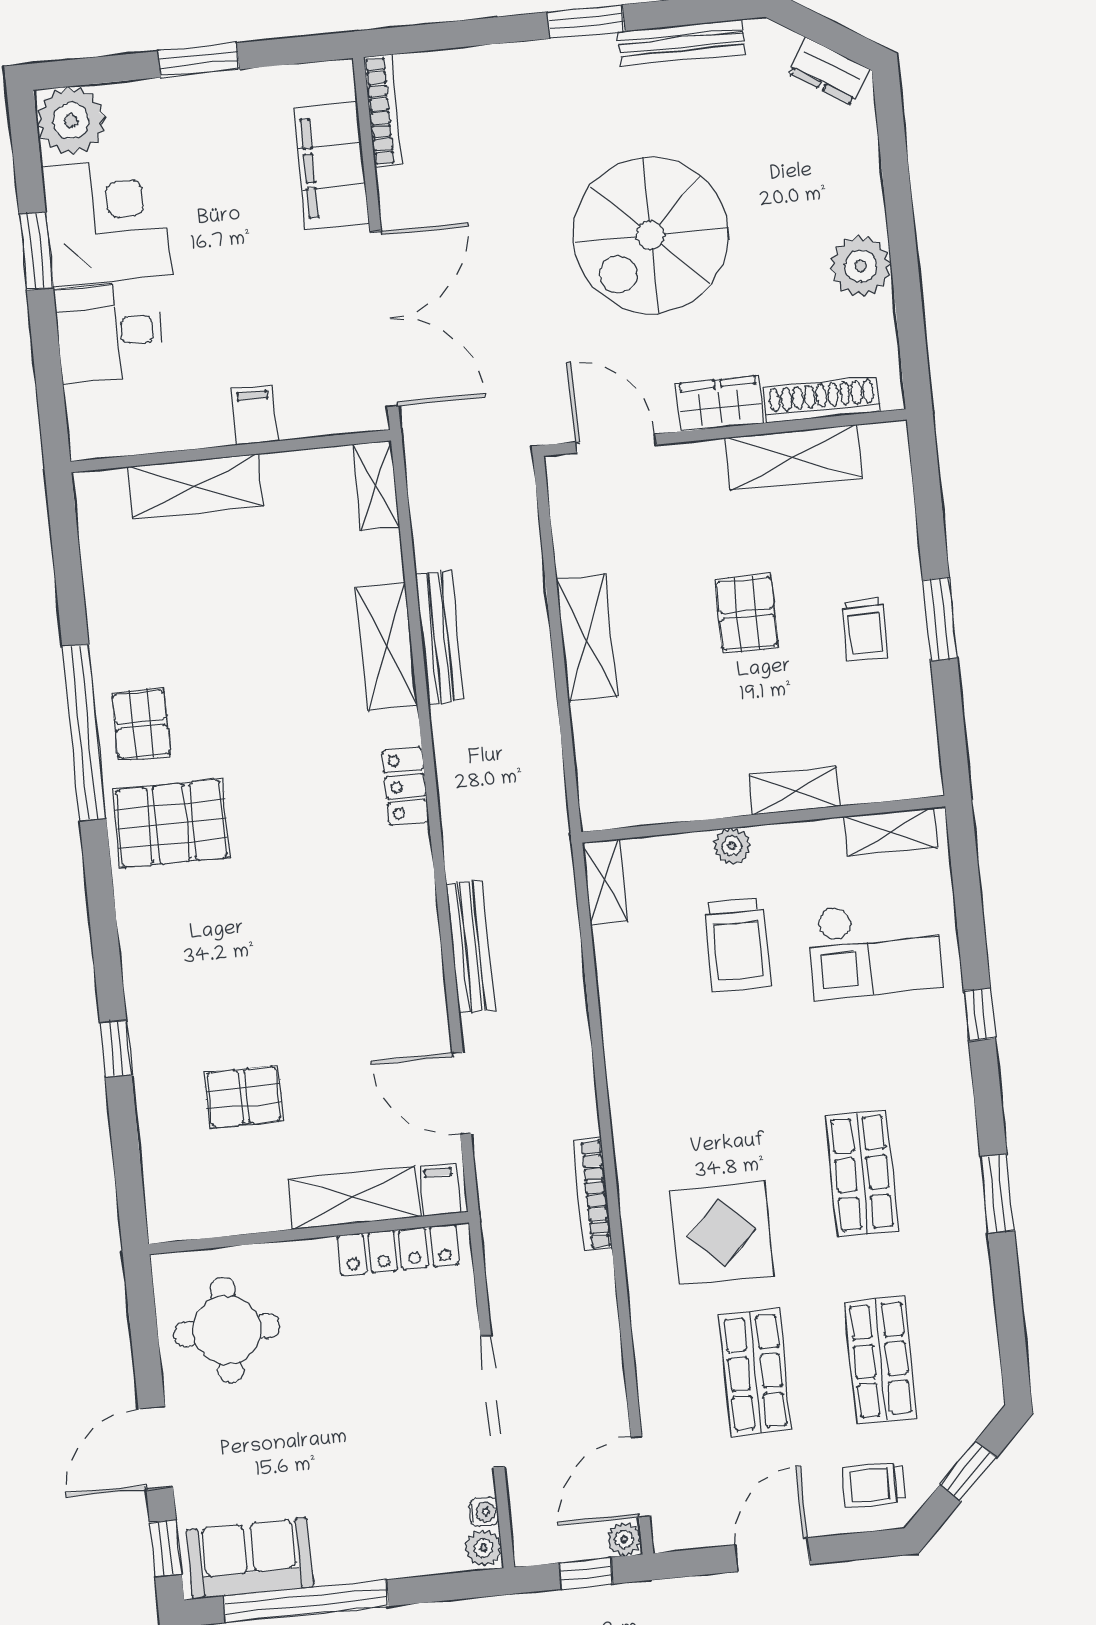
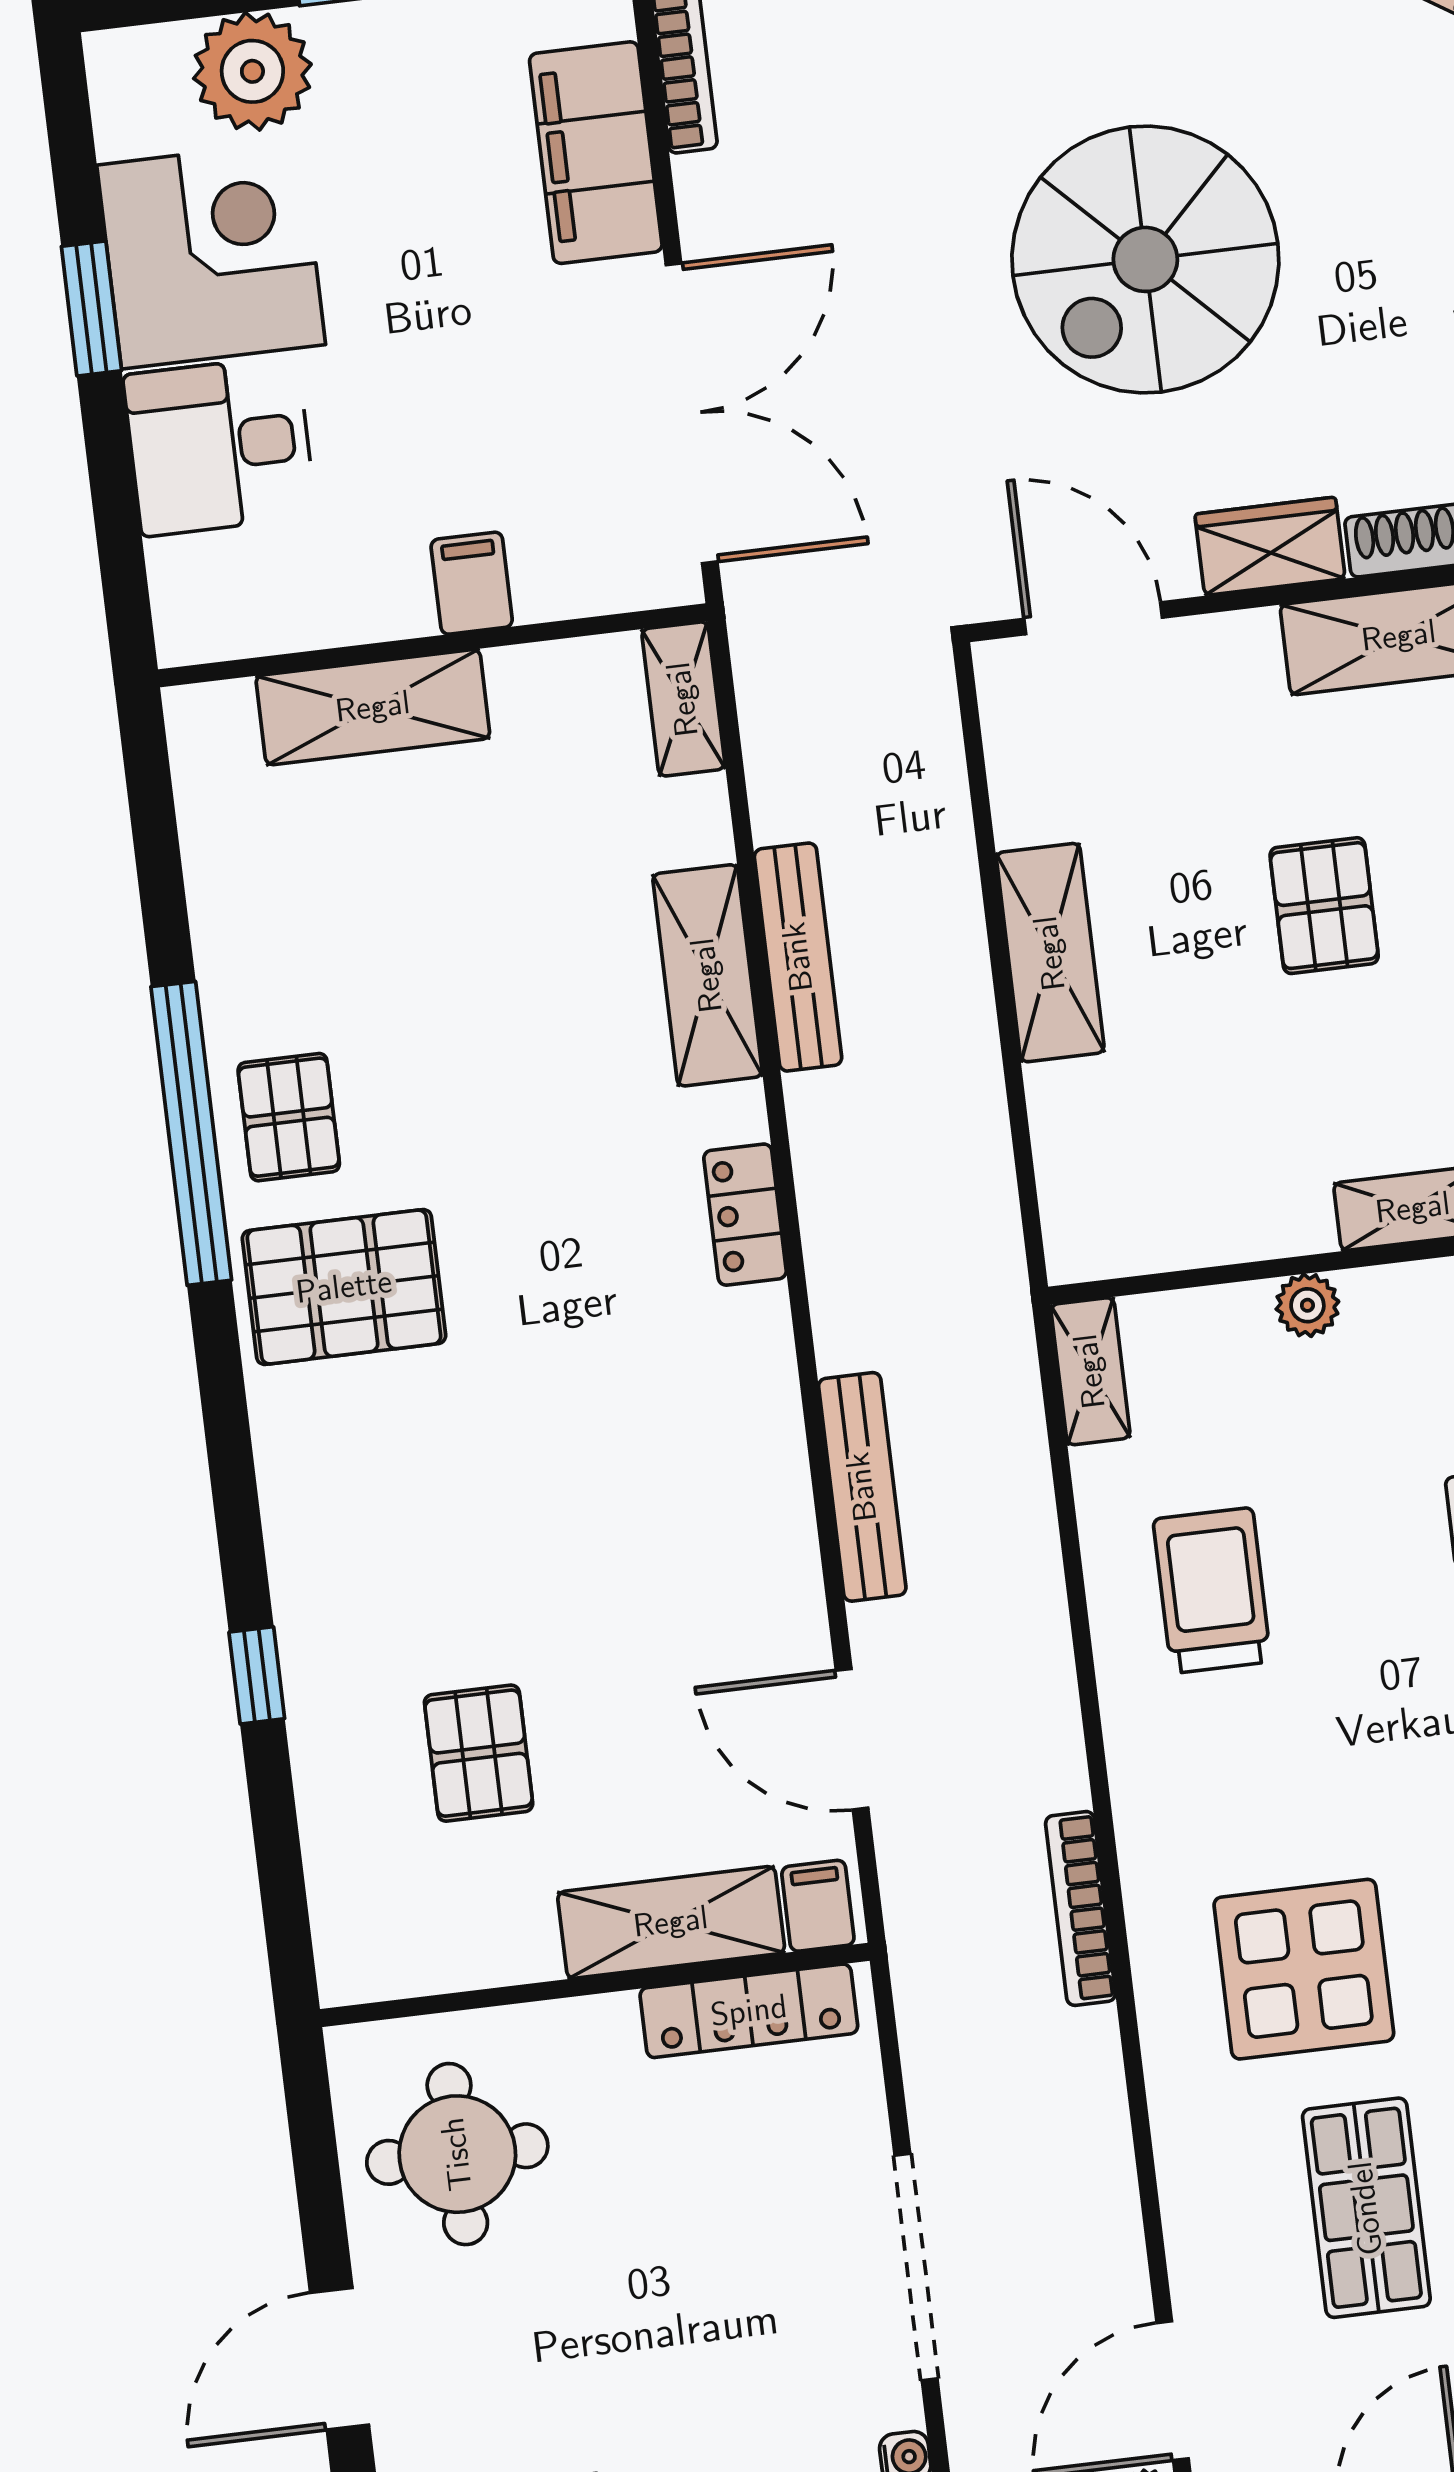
plant: (71, 121) -> (252, 71), moved
trolley: (737, 945) -> (1212, 1590), moved, turned 180
pallet: (244, 1097) -> (479, 1753), turned 90

